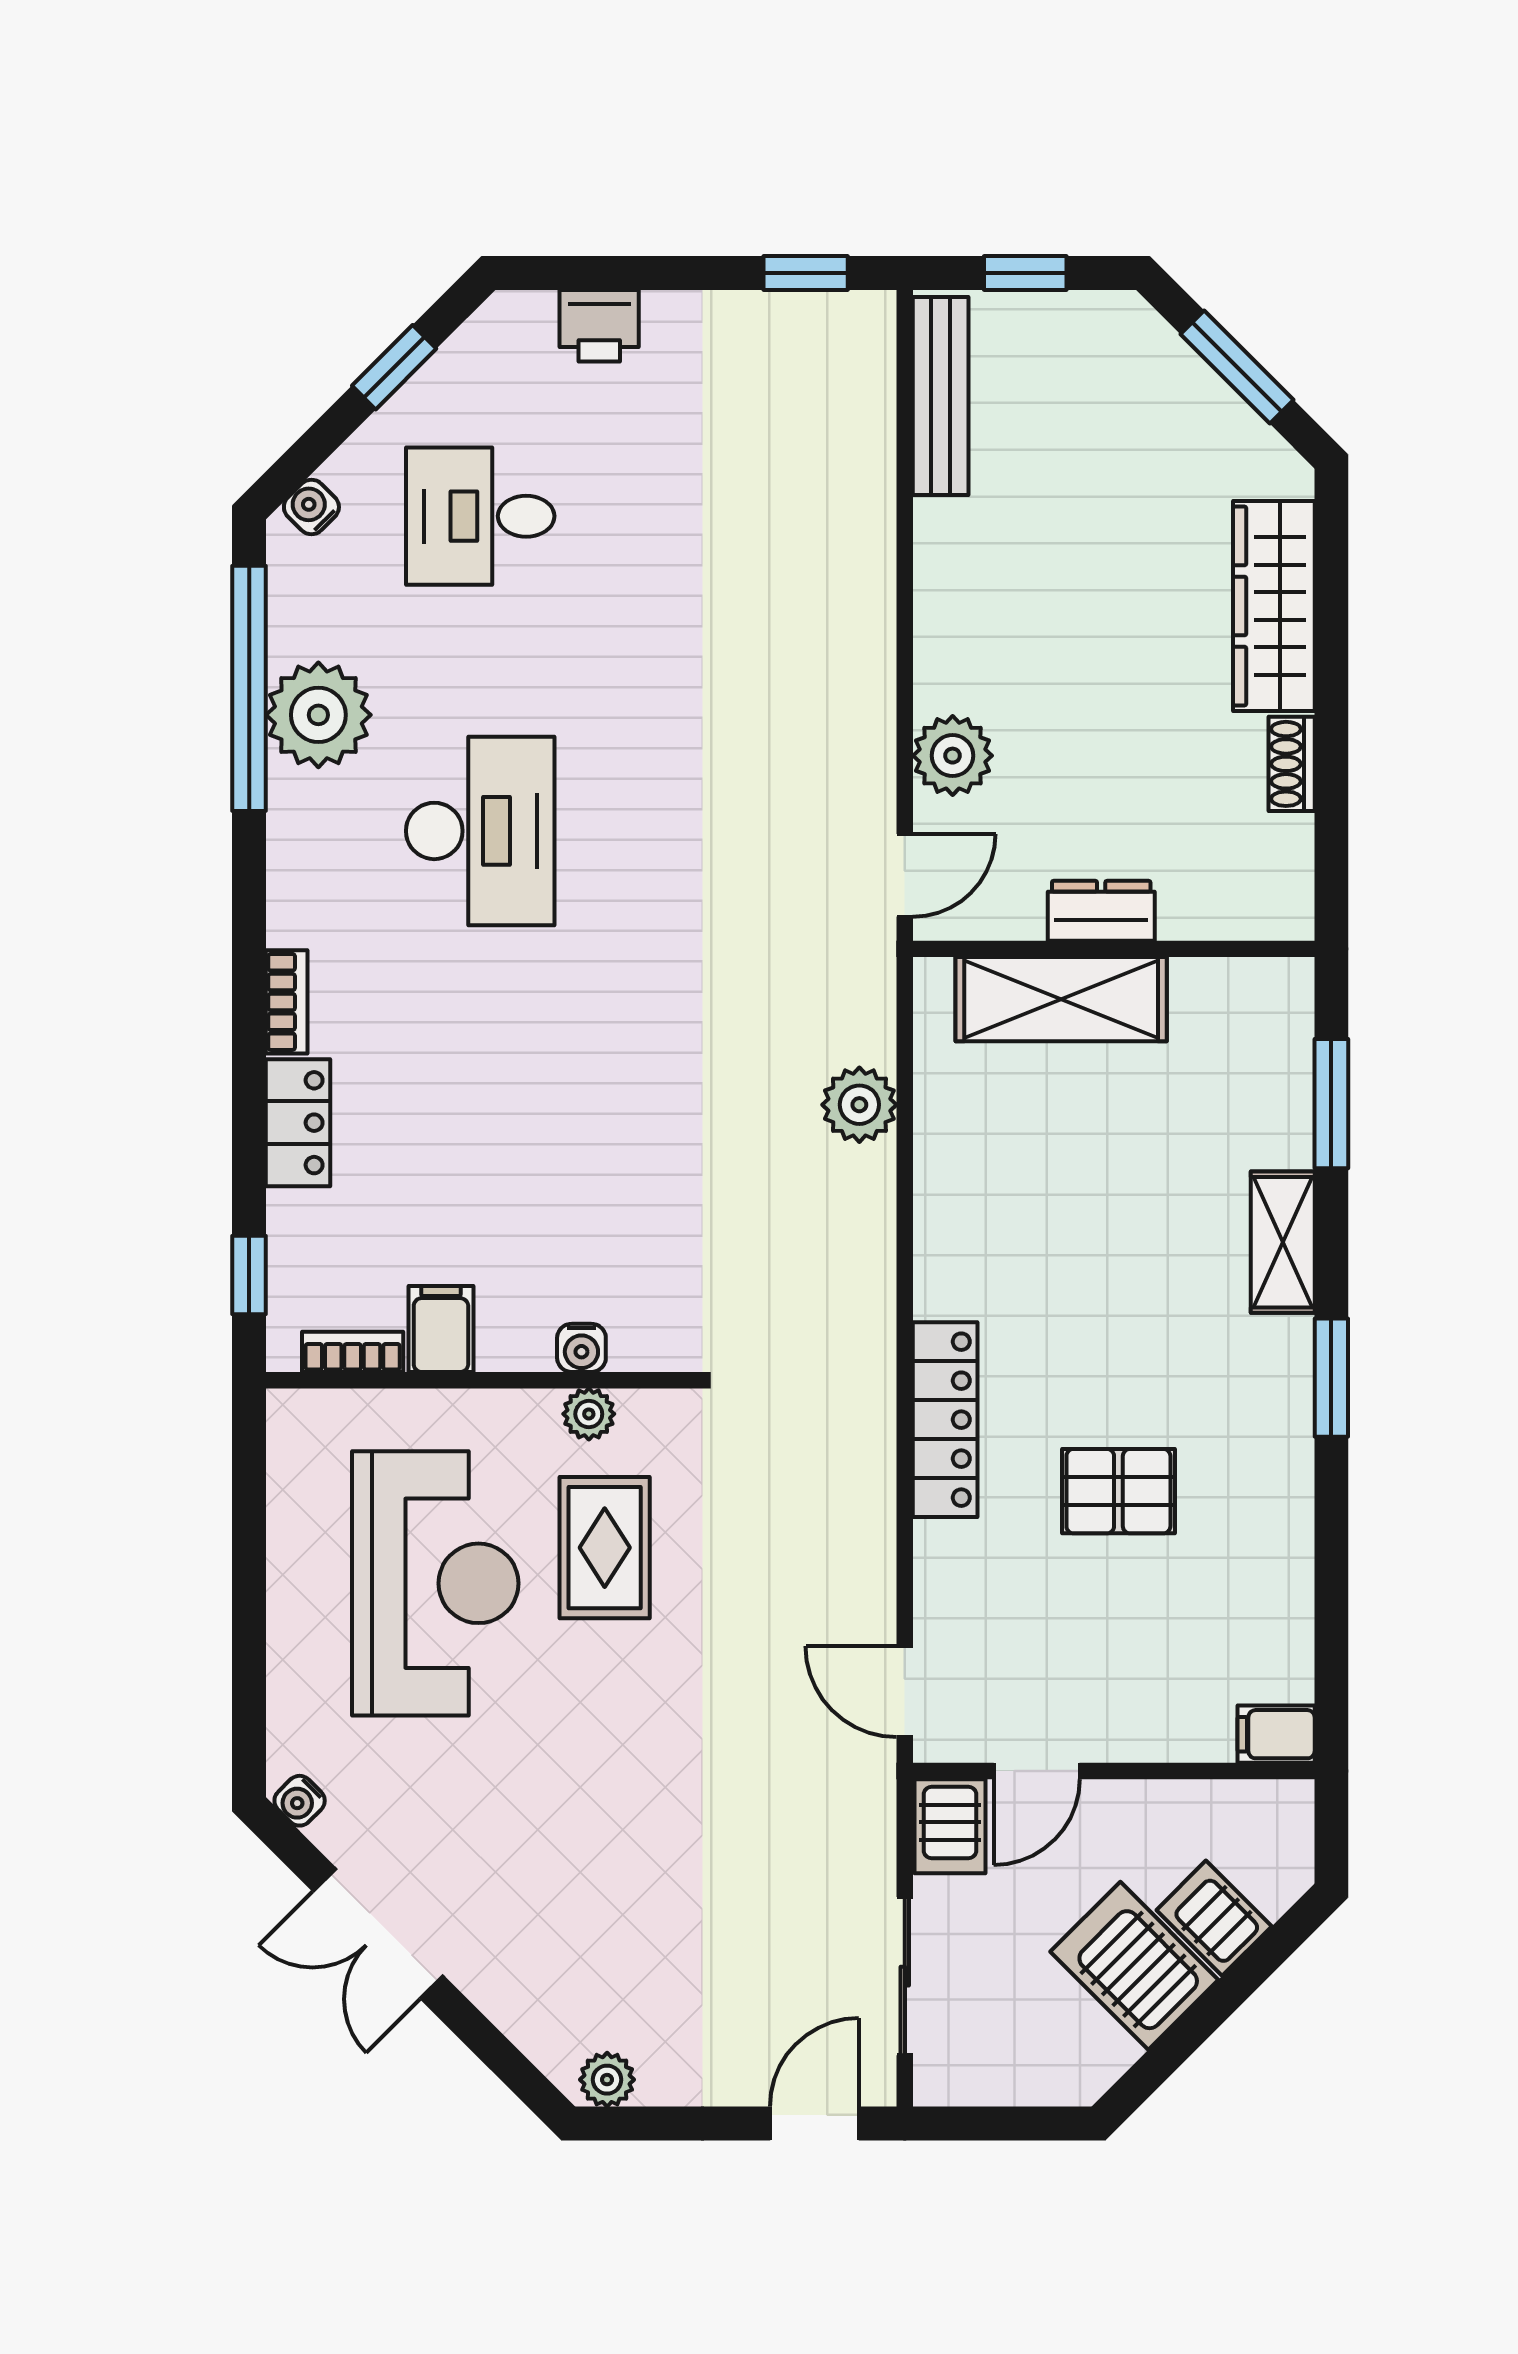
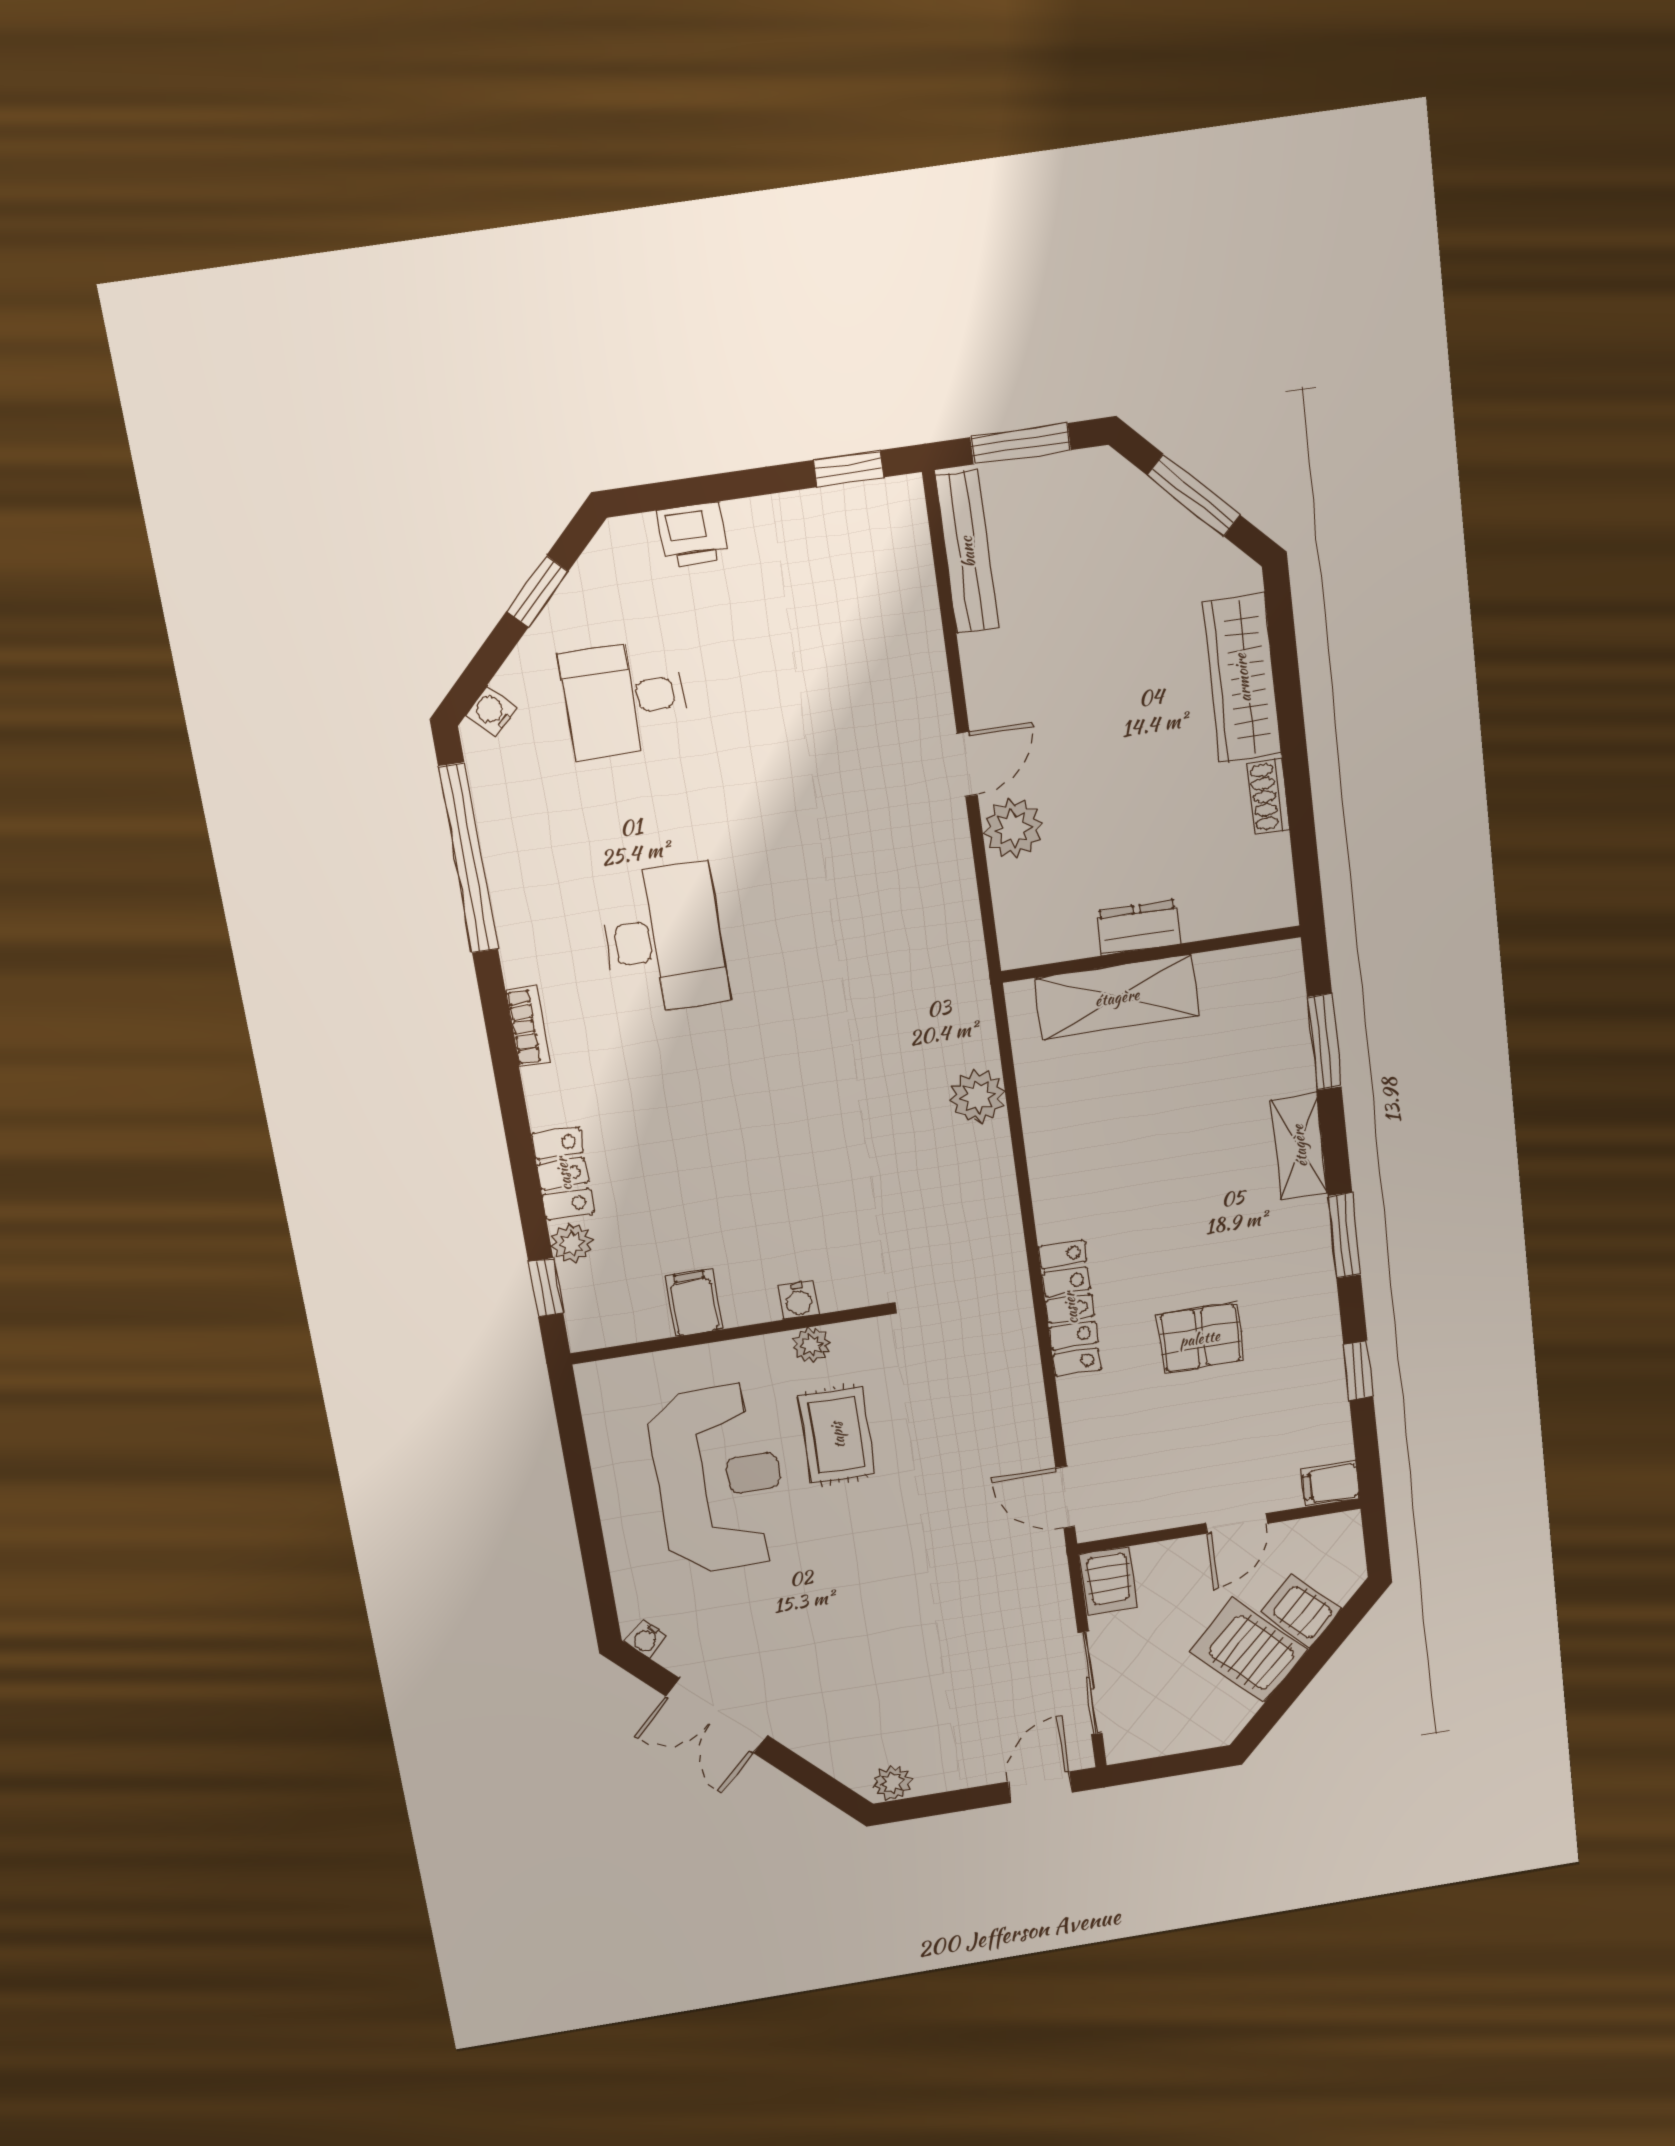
window: (1025, 273) -> (1021, 444), width x1.50
plant: (318, 715) -> (572, 1243), moved, width x0.53, depth x0.53
door: (905, 875) -> (967, 764), moved
bookcase: (287, 1002) -> (528, 1026), moved
bookcase: (353, 1352) -> (631, 1329), removed
window: (1331, 1575) -> (1358, 1370), added
door: (1037, 1771) -> (1237, 1523), moved

